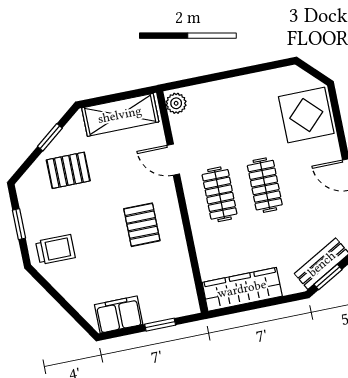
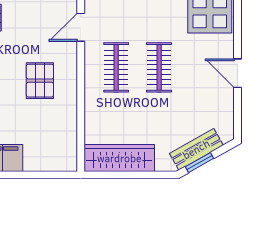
door: (173, 160) -> (81, 27), hinge flipped
window: (160, 325) -> (38, 175), removed

